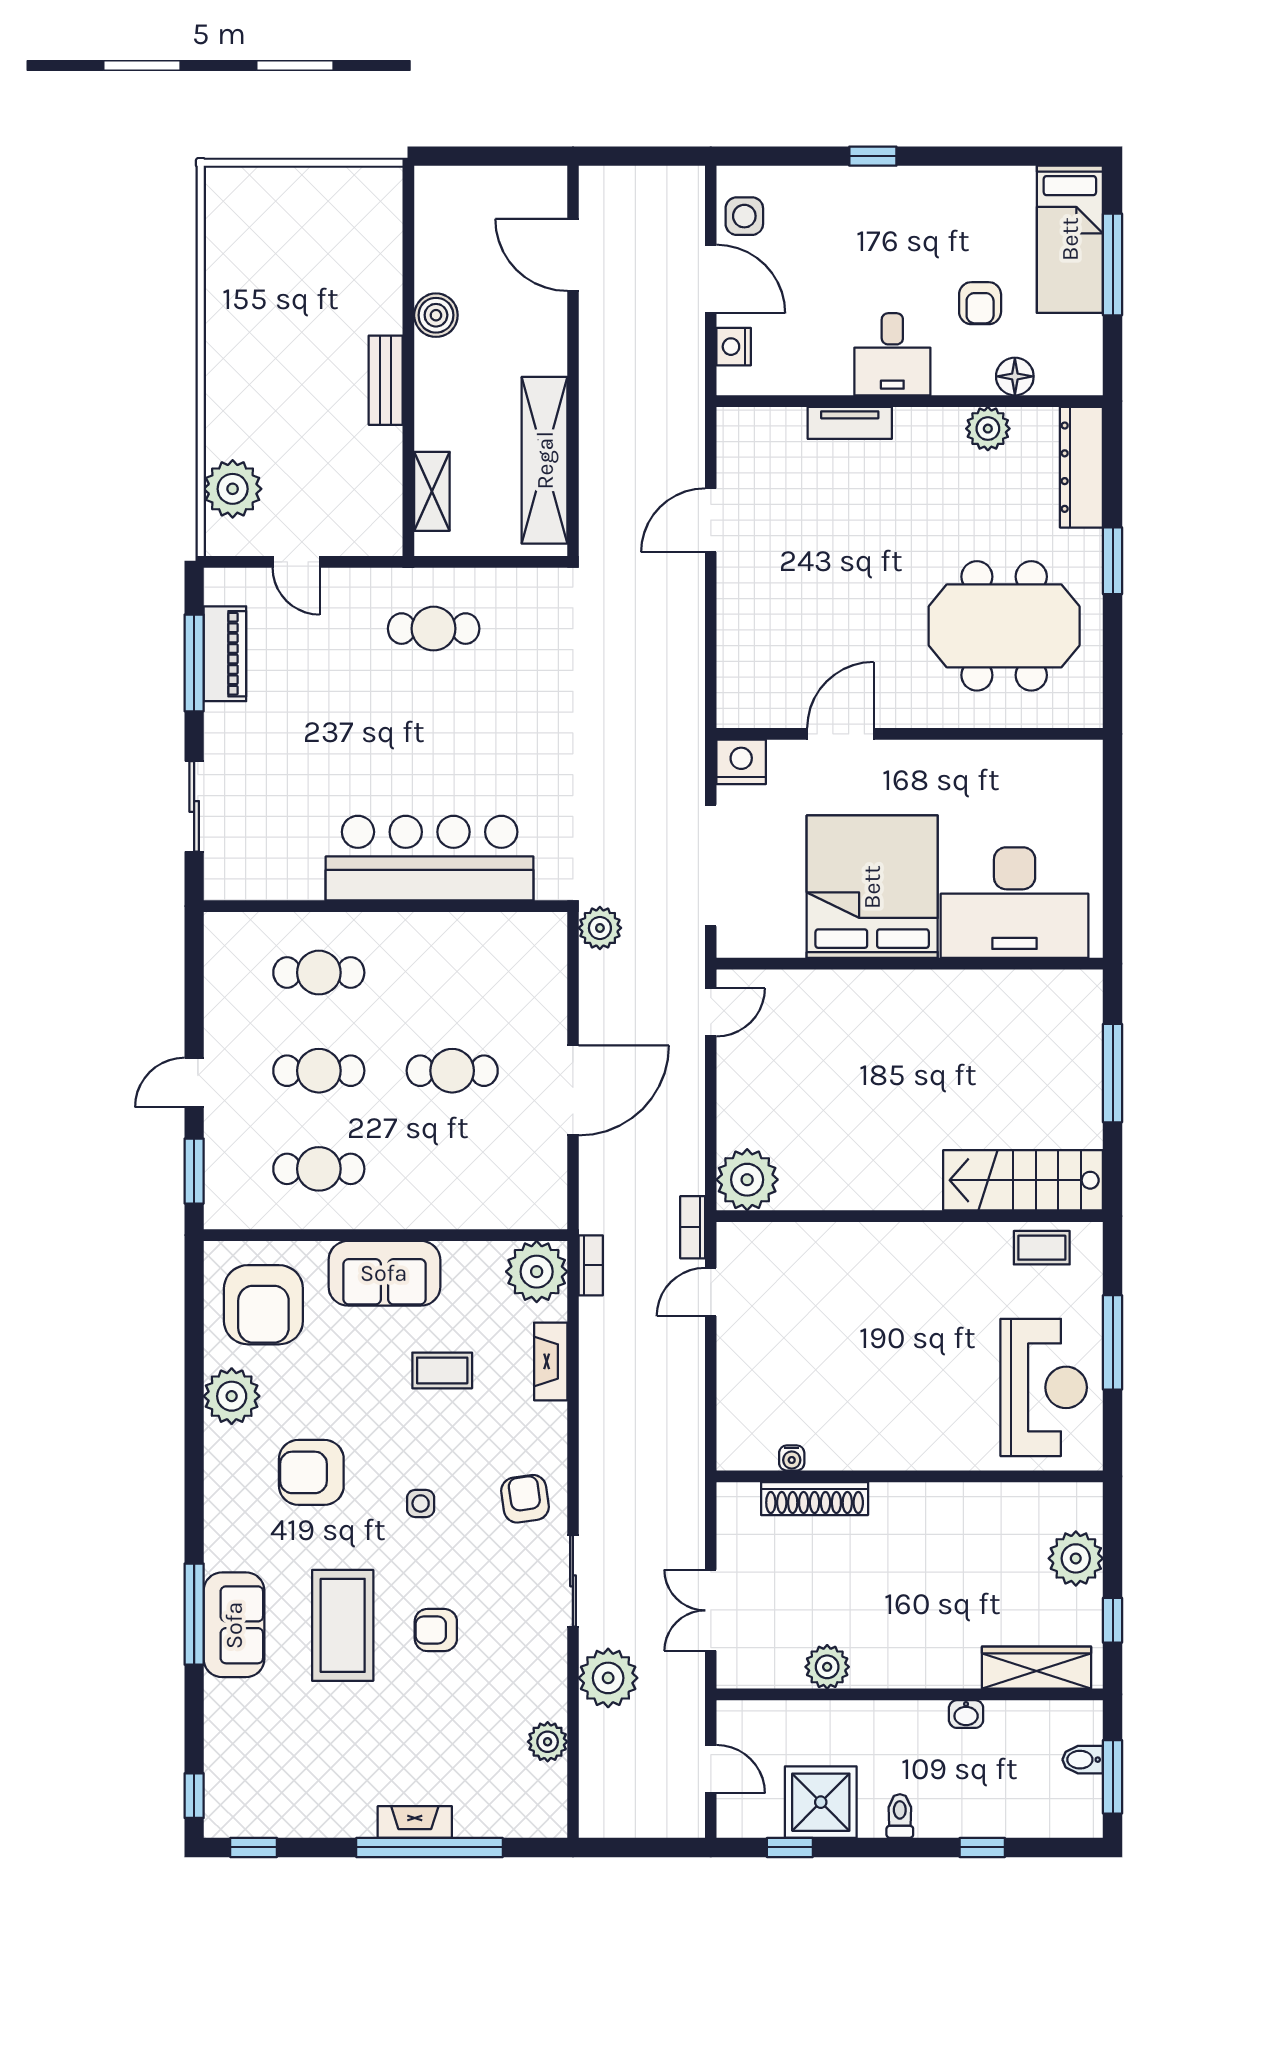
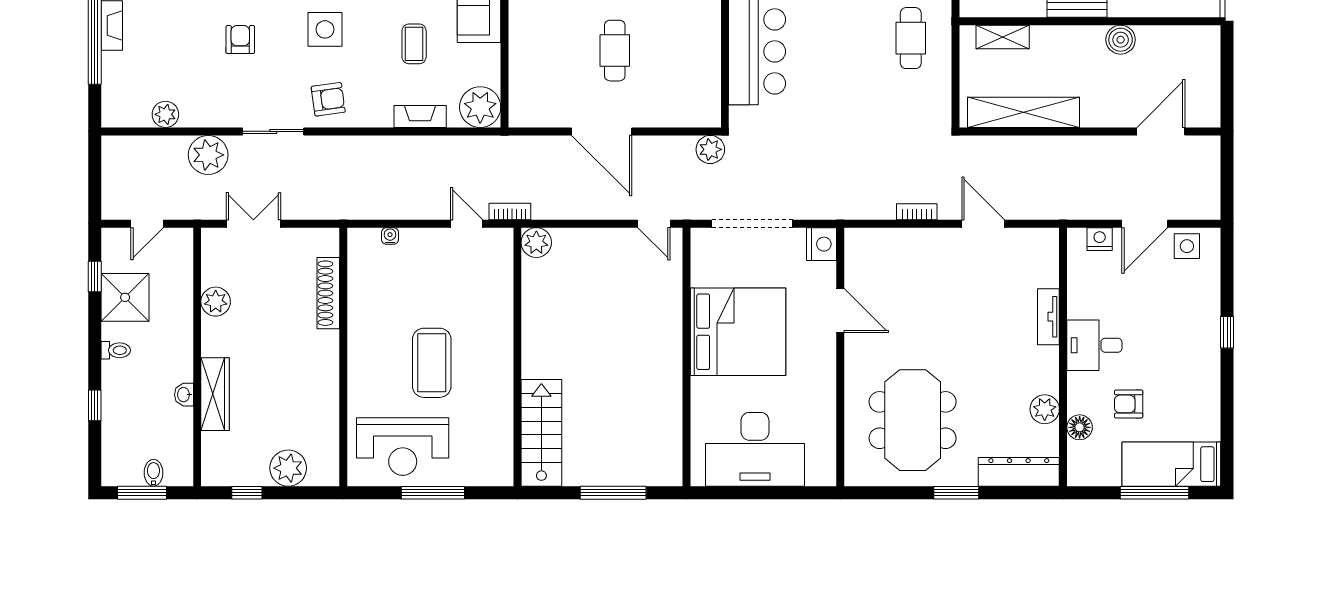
desk: (1015, 903) -> (755, 449), moved, turned -90
plant: (747, 1180) -> (536, 243), width x0.73, depth x0.73
coffee table: (1042, 1248) -> (432, 363), moved, width x1.86, depth x1.72
bookcase: (591, 1265) -> (917, 212), moved, turned 180
water cooler: (792, 1458) -> (390, 236), moved, turned 90
side table: (421, 1503) -> (325, 29), width x1.87, depth x1.87
wardrobe: (1037, 1668) -> (215, 394), moved

